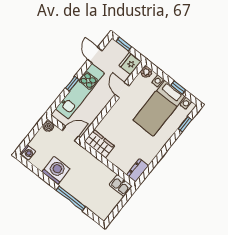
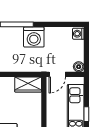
washing machine: (56, 170) -> (34, 37), moved

